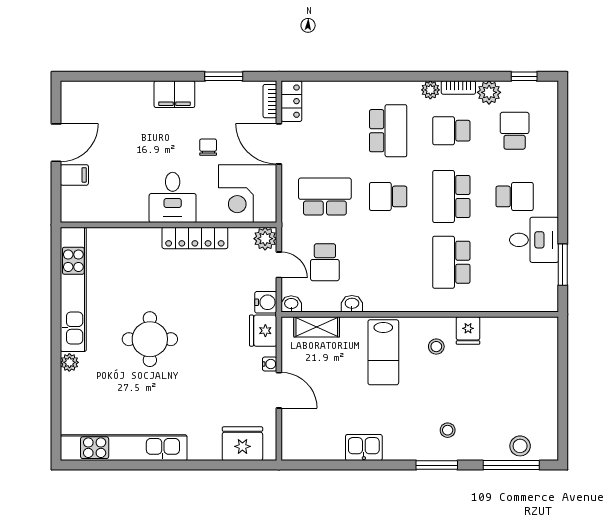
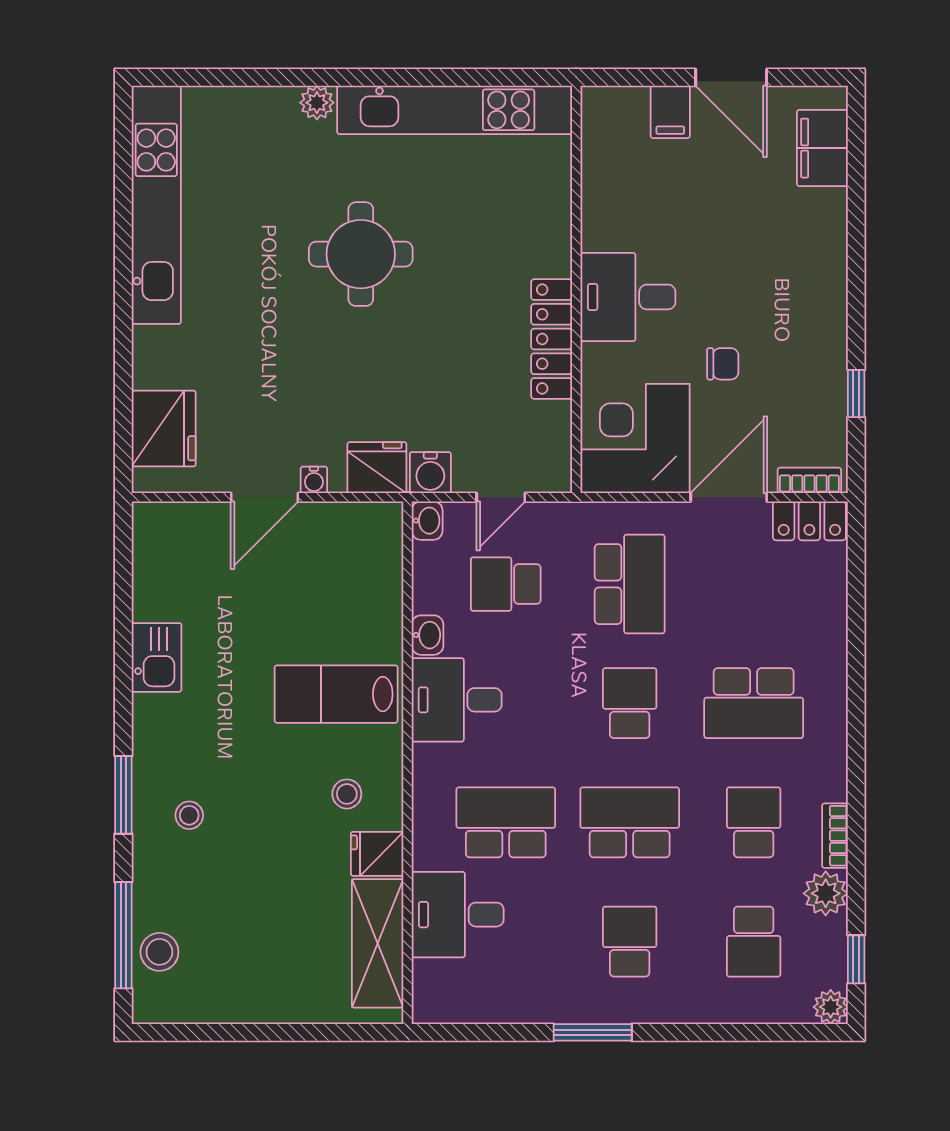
window: (224, 76) -> (856, 393), width x0.67
plant: (430, 90) -> (831, 1007), moved
filing cabinet: (174, 94) -> (822, 148), moved
school desk: (515, 131) -> (754, 942), turned 90
school desk: (515, 196) -> (630, 942), turned 180
plant: (265, 239) -> (550, 471), removed
desk: (534, 240) -> (458, 915), moved, turned 90
window: (563, 265) -> (593, 1032), moved
desk: (386, 288) -> (457, 700), added
shelving: (317, 327) -> (378, 943), moved, width x1.50, depth x1.33

